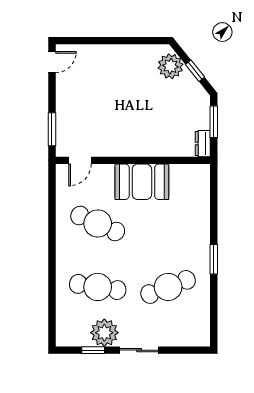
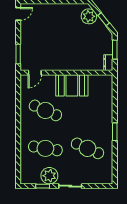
cafe table: (168, 287) -> (87, 148), turned 45

